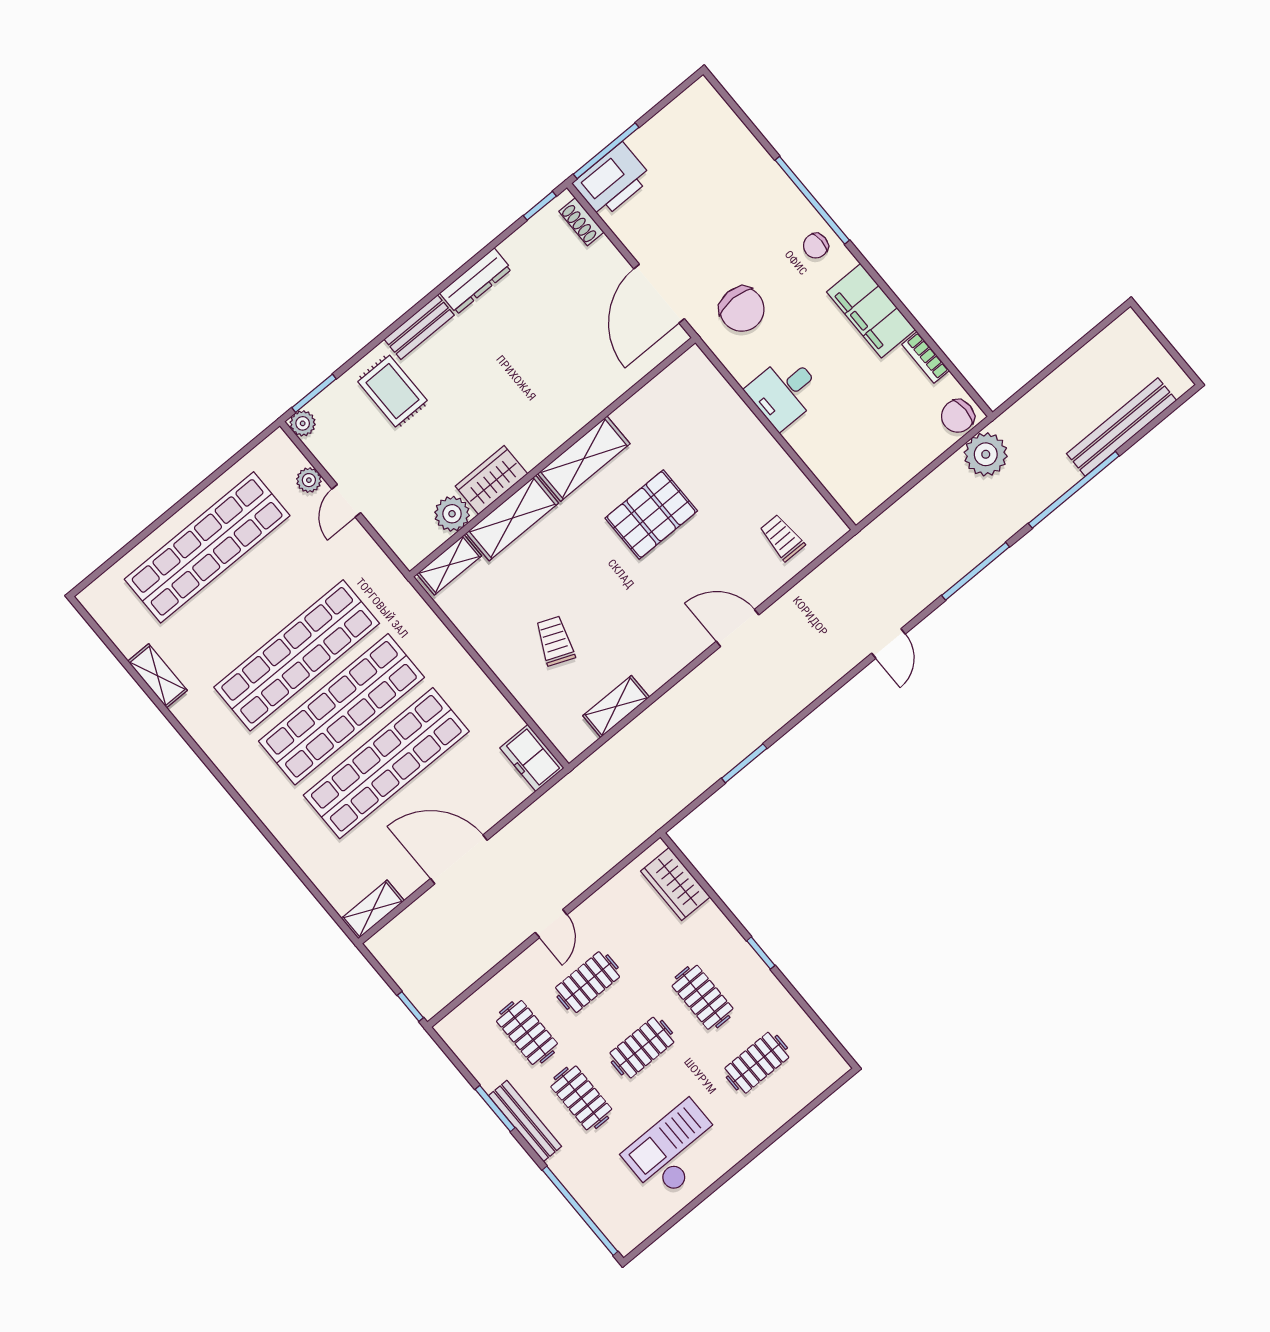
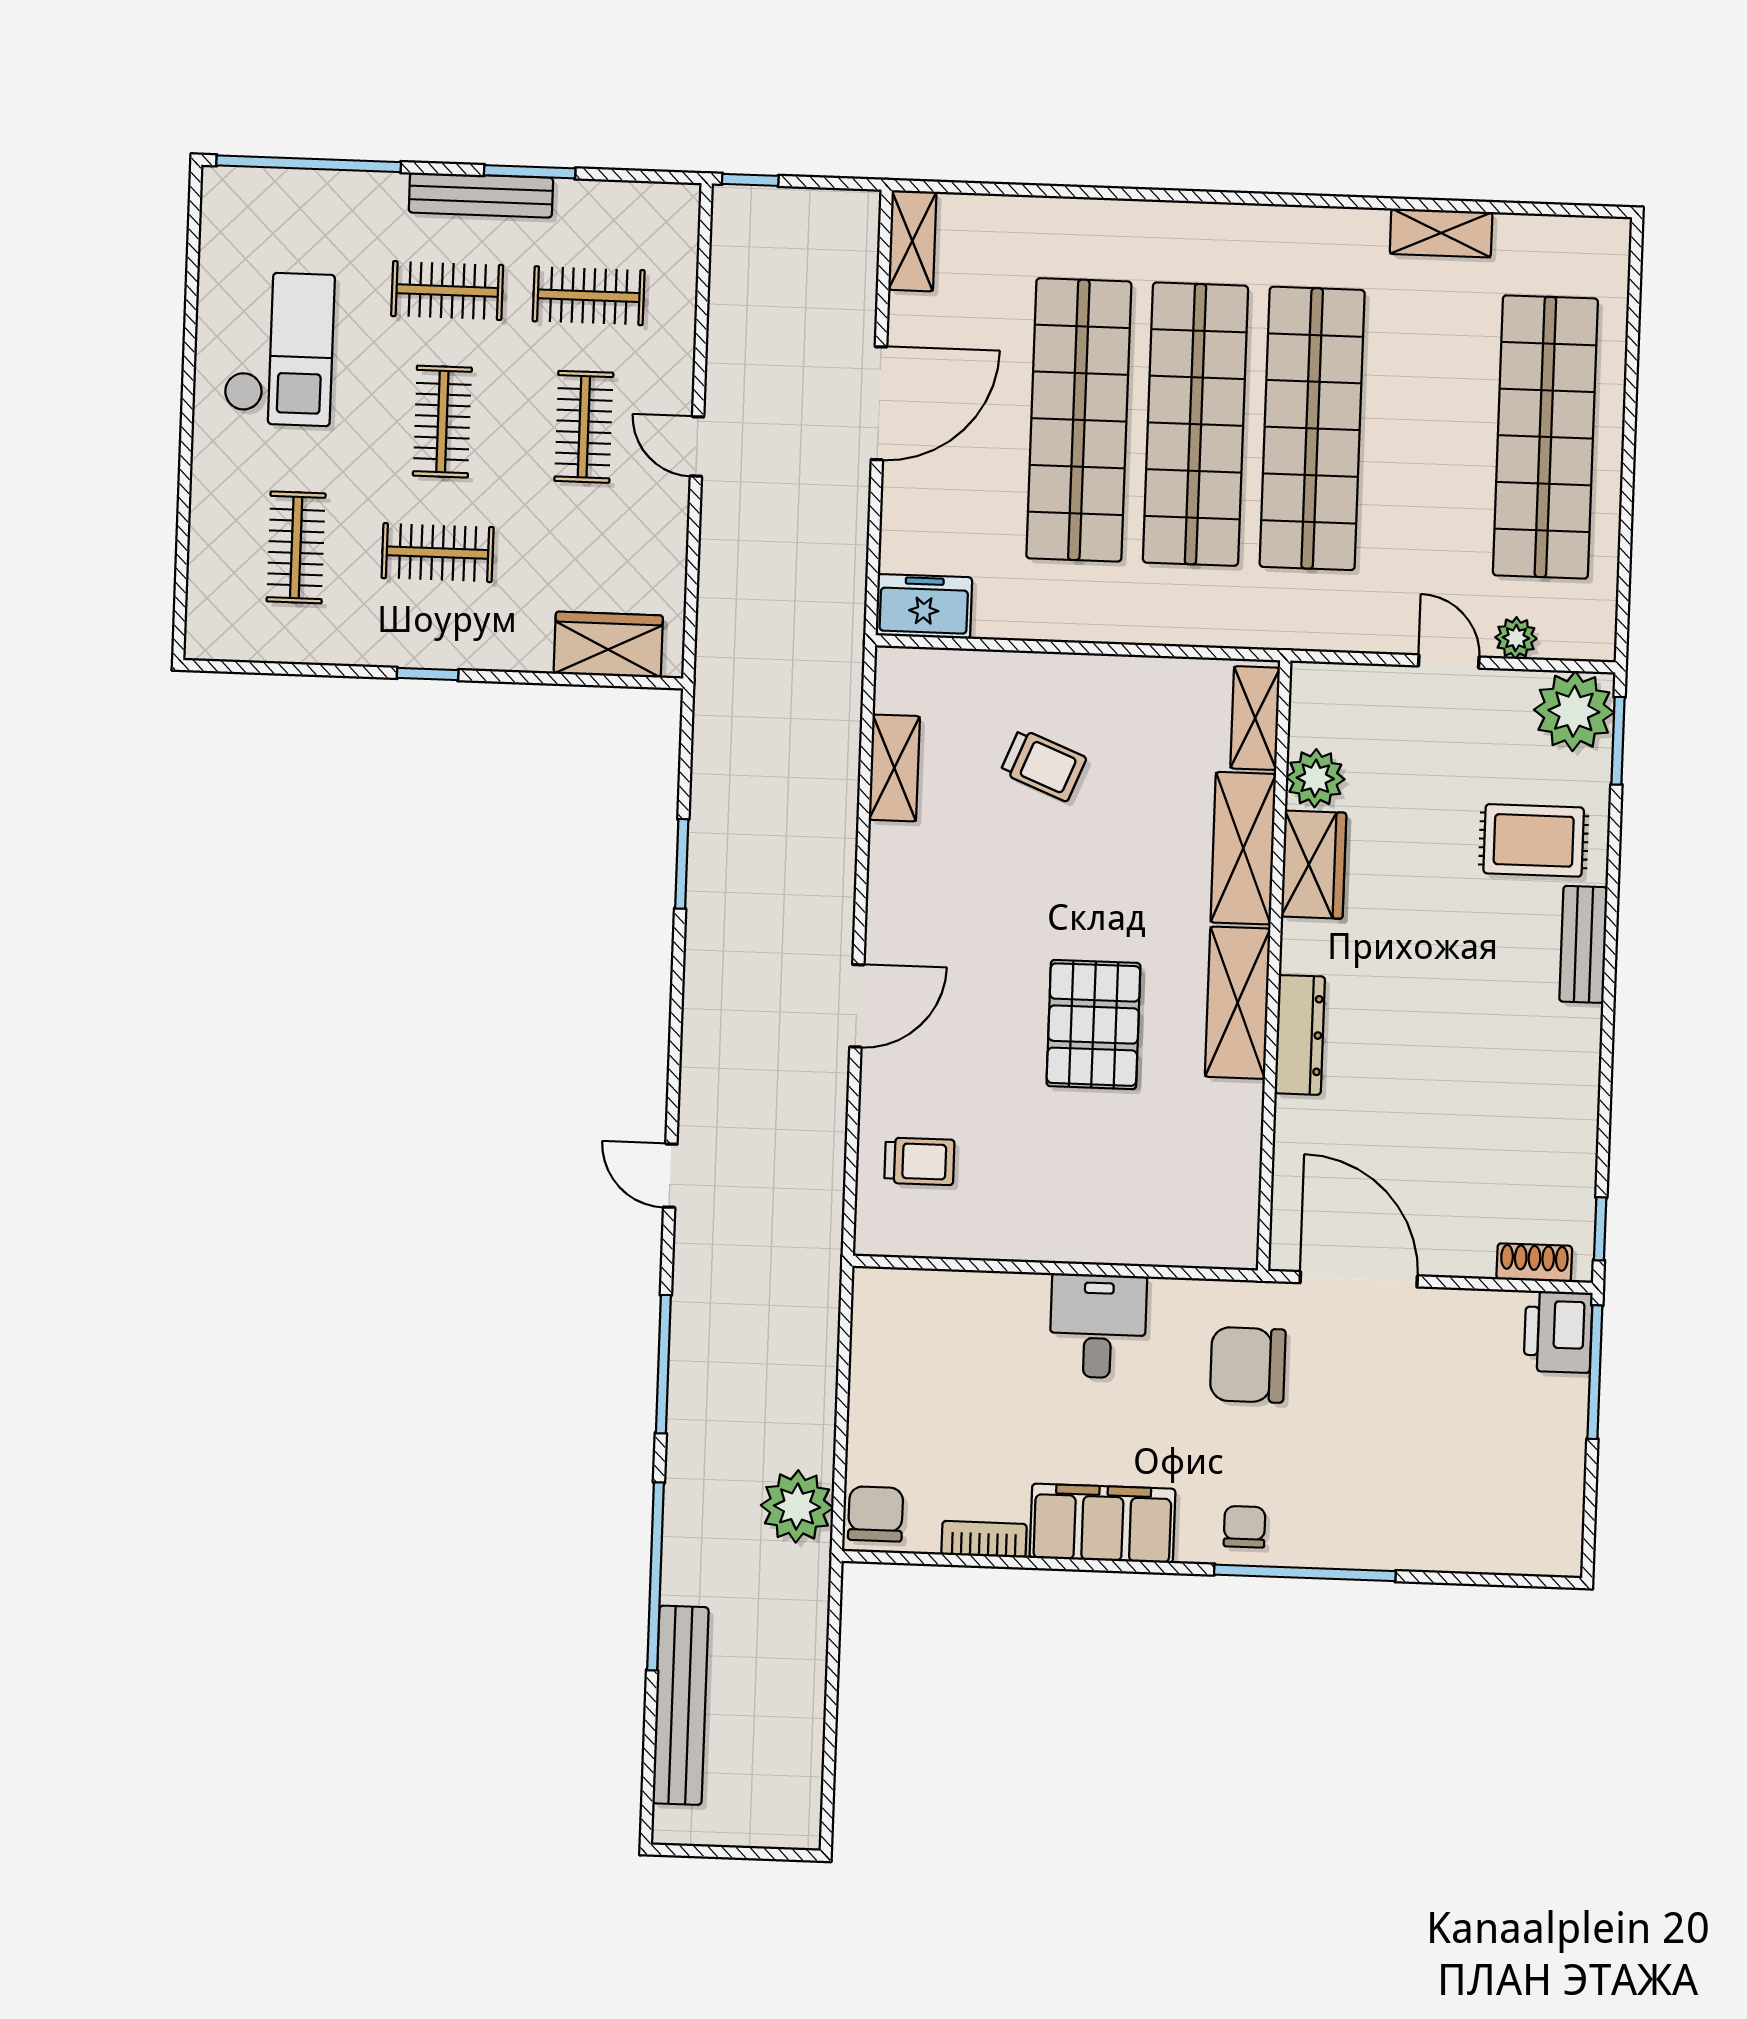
printer: (612, 181) -> (1558, 1332), width x0.73, depth x0.84
dresser: (476, 281) -> (1300, 1035), moved, turned 180
plant: (303, 423) -> (1574, 711), width x1.88, depth x1.88

